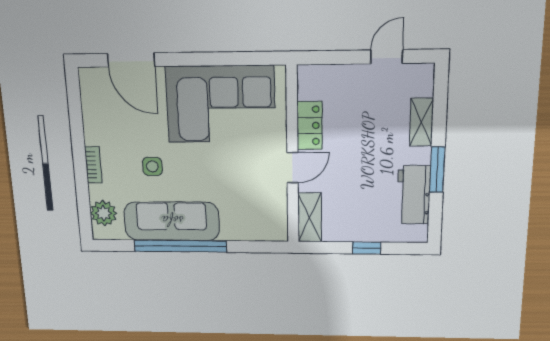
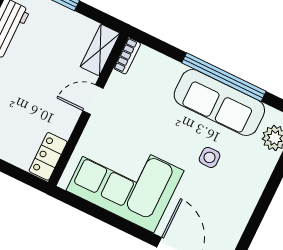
locker: (310, 125) -> (48, 156), moved
bookcase: (93, 165) -> (127, 56), moved, turned 180

